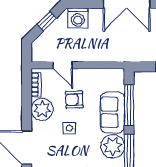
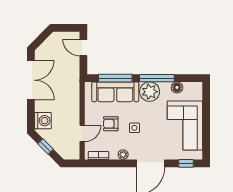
armchair: (74, 100) -> (111, 124), turned 92
plant: (42, 109) -> (123, 155), width x0.53, depth x0.53
sofa: (113, 112) -> (115, 92), width x1.36

